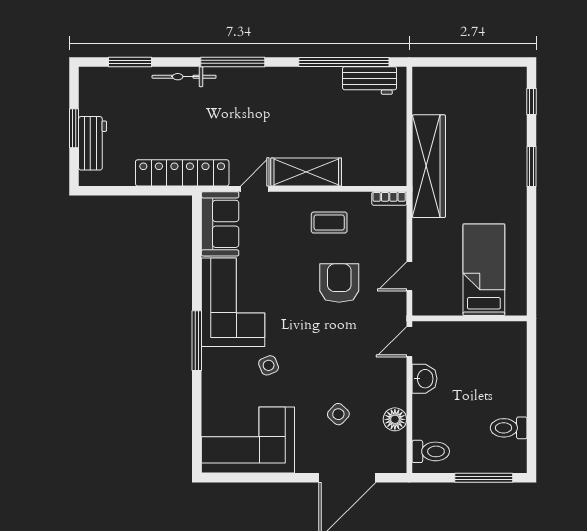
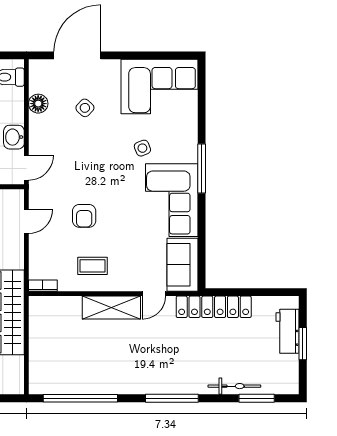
bicycle: (184, 77) -> (234, 386), moved
workbench: (370, 80) -> (59, 383), removed
armchair: (339, 283) -> (84, 216), width x0.72, depth x0.72

